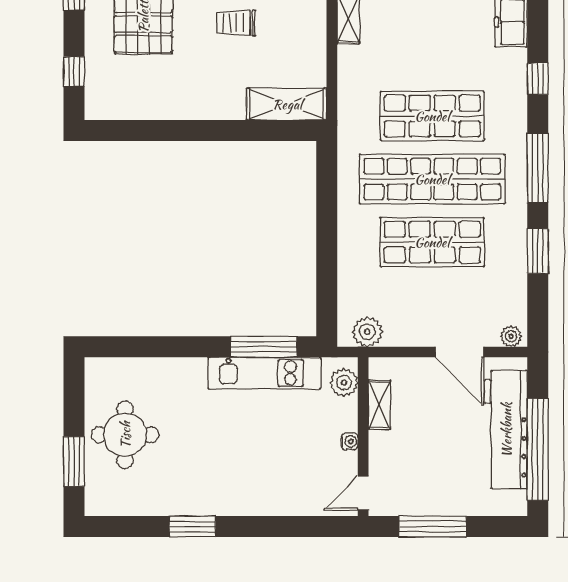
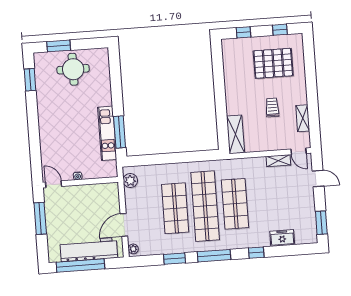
plant: (344, 383) -> (105, 171), removed
shelving: (379, 405) -> (96, 189), removed
window: (192, 527) -> (30, 80), moved

